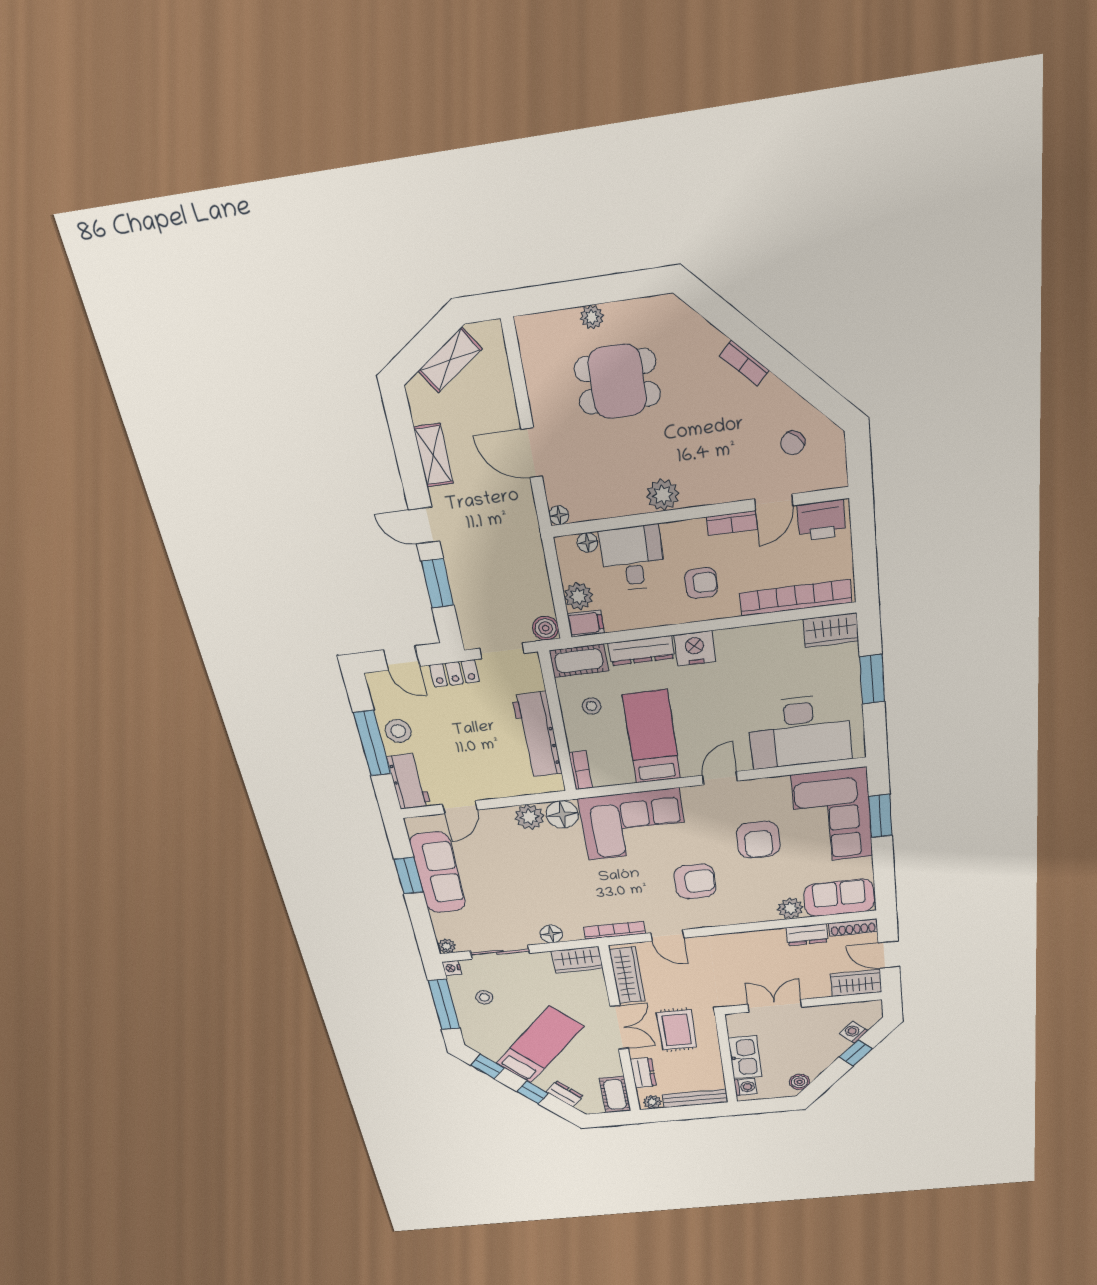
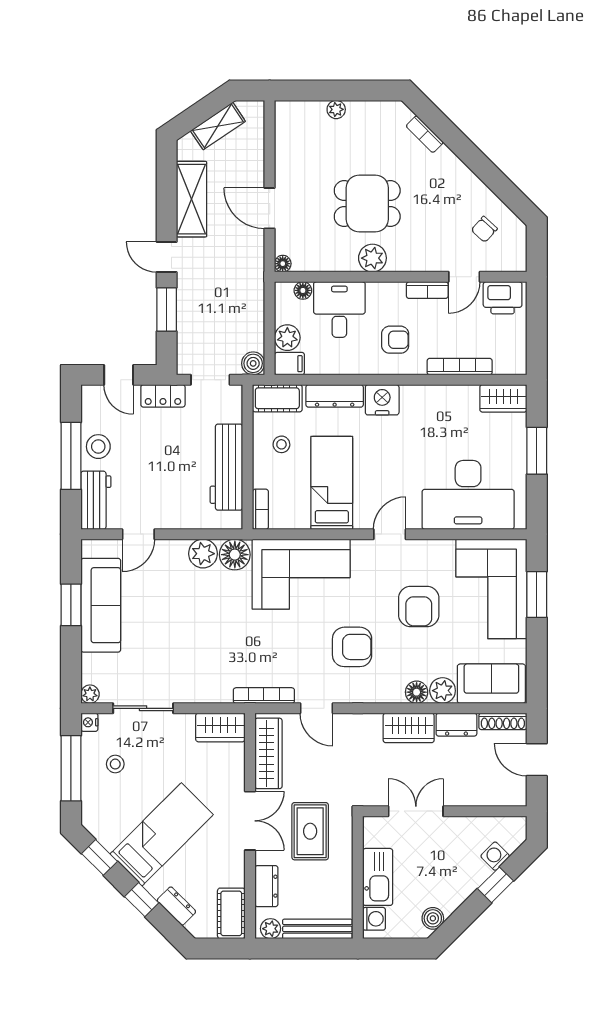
bookcase: (744, 363) -> (425, 134), moved
dining table: (617, 382) -> (367, 204), moved
shelving: (433, 455) -> (191, 199), width x1.50, depth x1.33
bookcase: (796, 598) -> (460, 367), width x0.68, depth x0.76
floor lamp: (551, 934) -> (417, 692), moved
wardrobe: (856, 983) -> (409, 728), moved, turned 180

